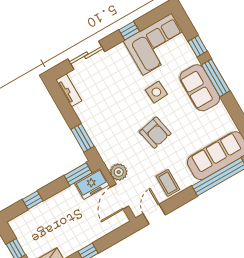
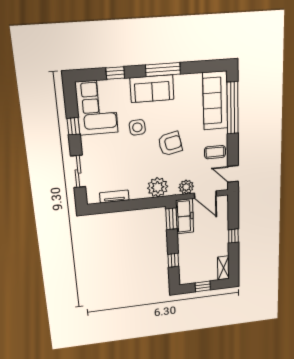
window: (216, 78) -> (163, 70), moved
tv unit: (69, 90) -> (114, 197), moved
window: (82, 138) -> (145, 203), removed
plant: (105, 143) -> (158, 187), added
freezer: (92, 184) -> (185, 216), width x1.40

